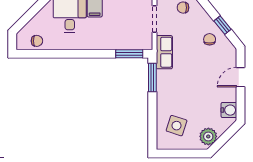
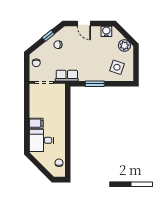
window: (129, 54) -> (68, 100), removed
window: (152, 77) -> (95, 84), moved

